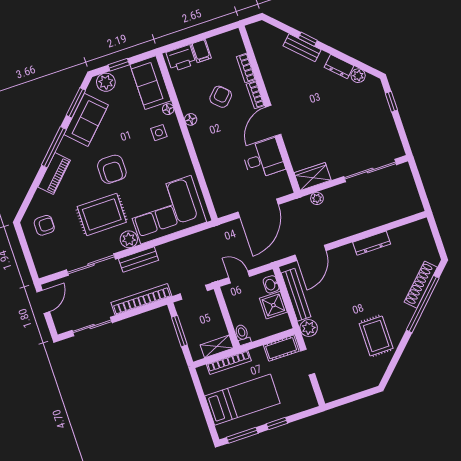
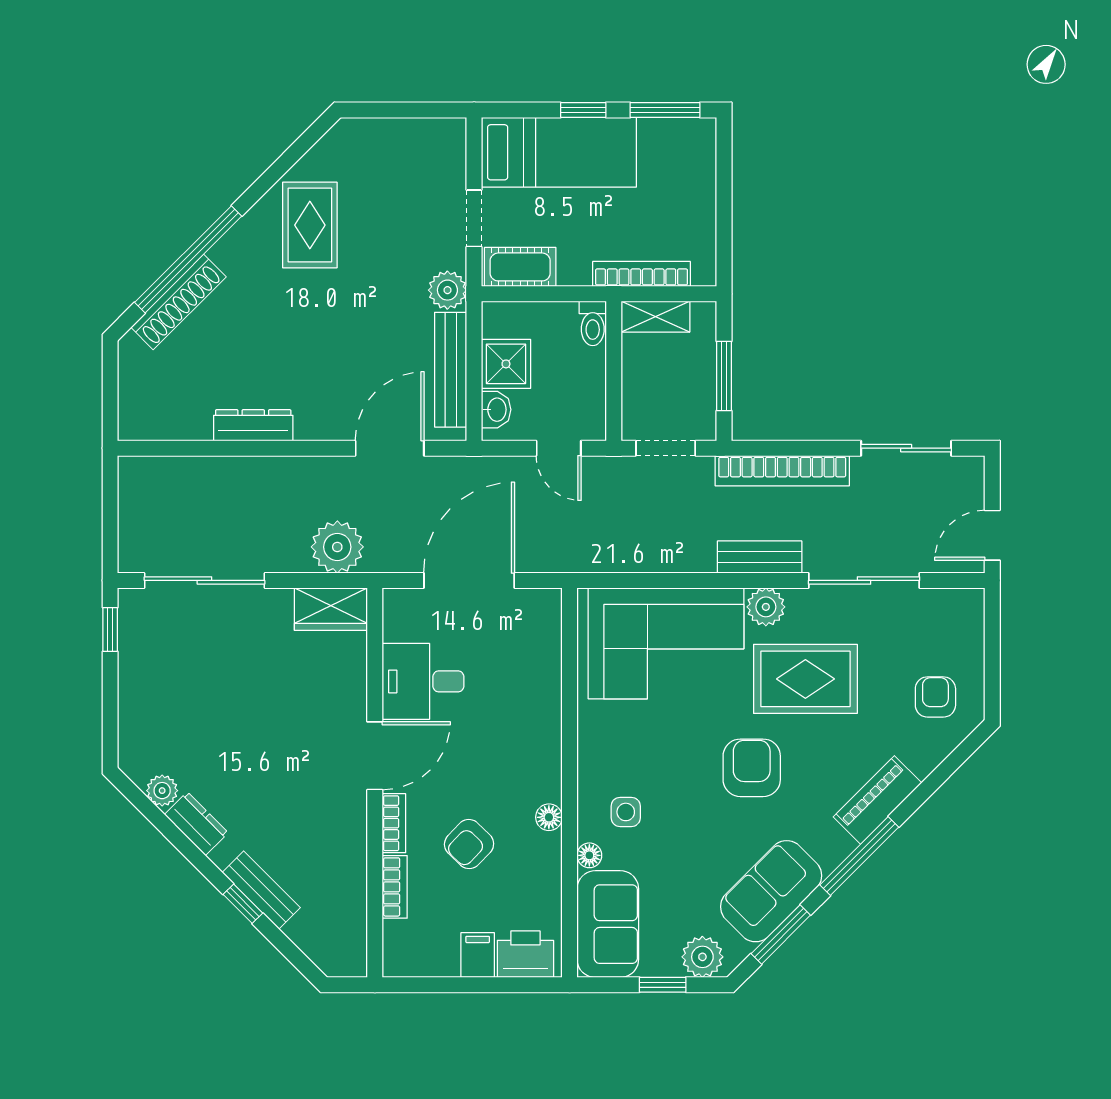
window: (391, 102) -> (110, 629), moved
plant: (317, 198) -> (337, 547), width x1.87, depth x1.87
armchair: (44, 225) -> (935, 697), turned 90
bed: (242, 400) -> (559, 152), moved, turned 180

